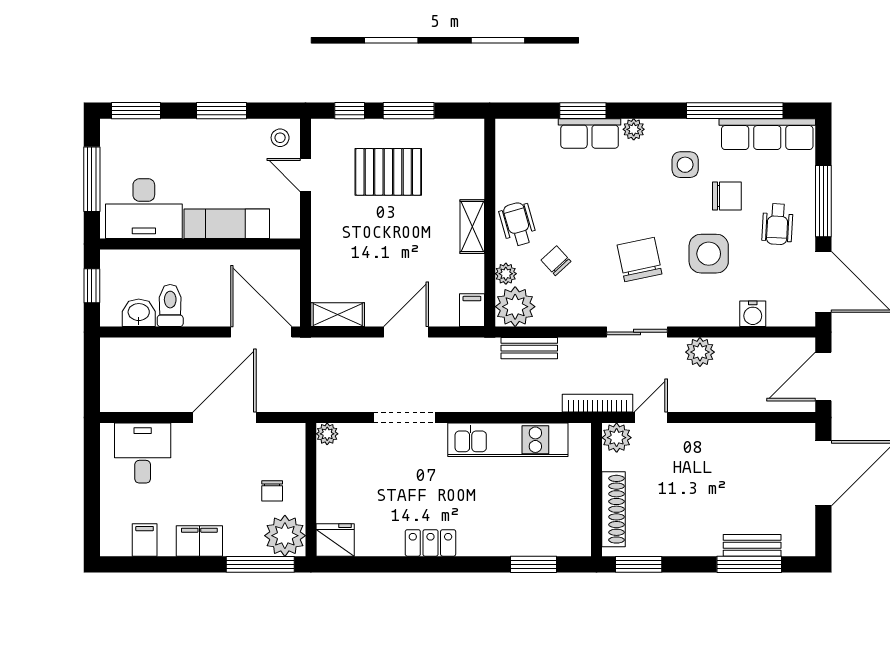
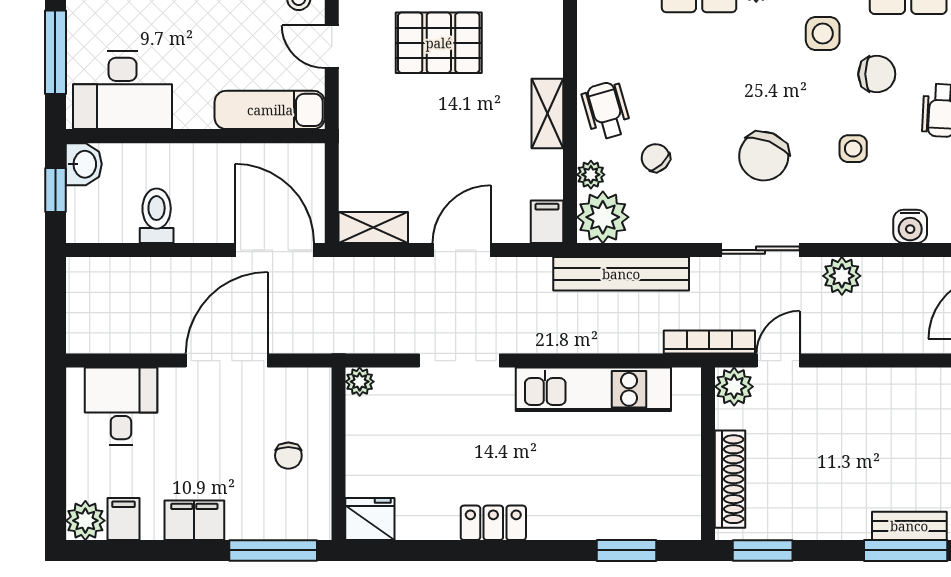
exam couch: (227, 224) -> (270, 110), moved
side table: (709, 254) -> (853, 149), width x0.54, depth x0.54
chair: (640, 259) -> (764, 156), turned -146
washbasin: (139, 313) -> (84, 164), moved, turned 90
bench: (529, 348) -> (621, 274), width x1.86, depth x1.21
plant: (285, 536) -> (85, 521), moved, width x0.73, depth x0.73

